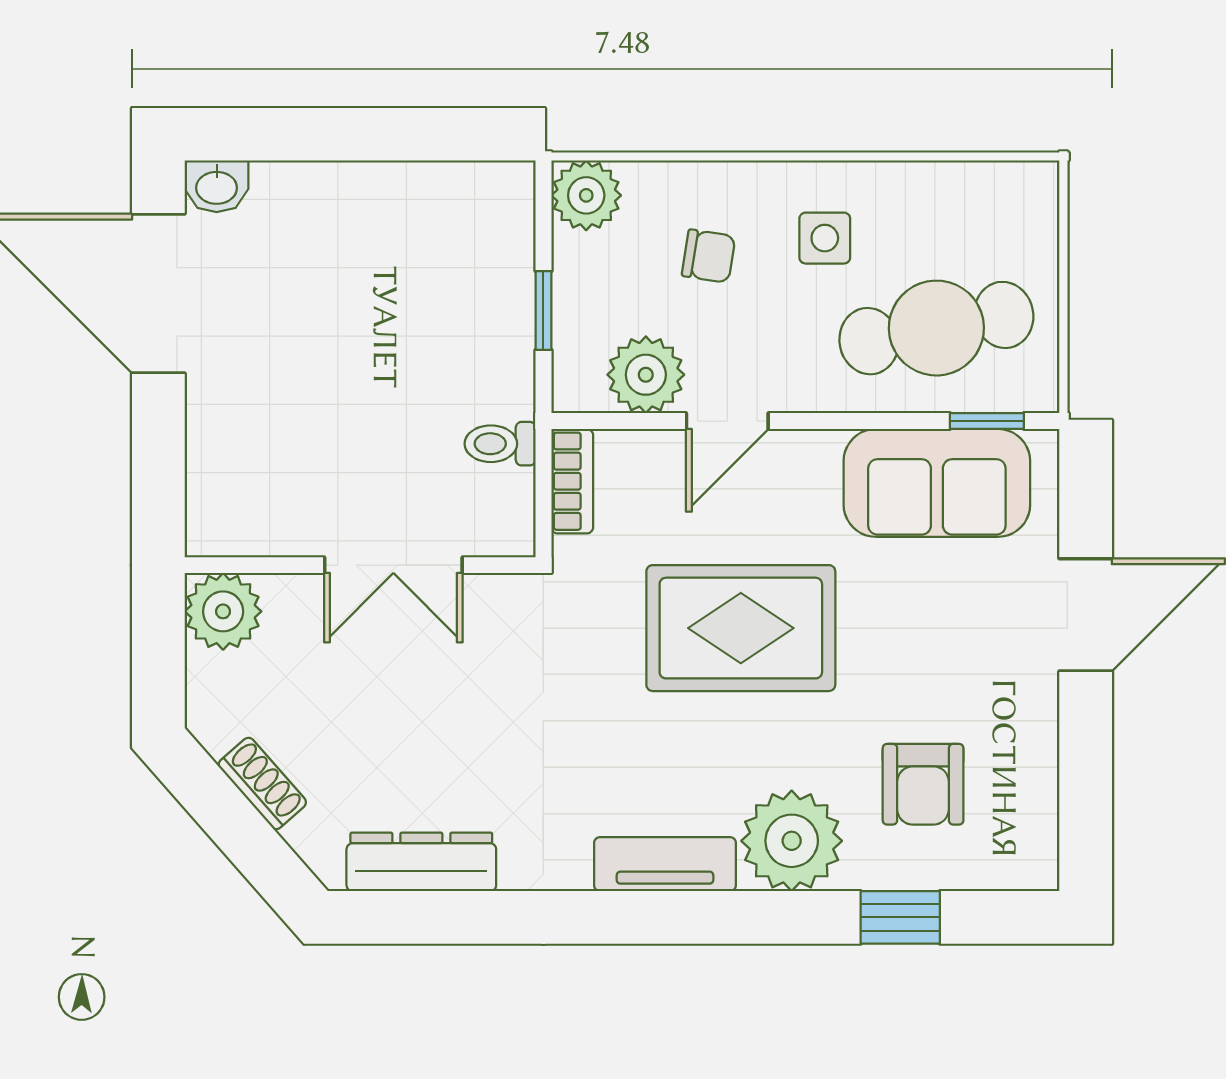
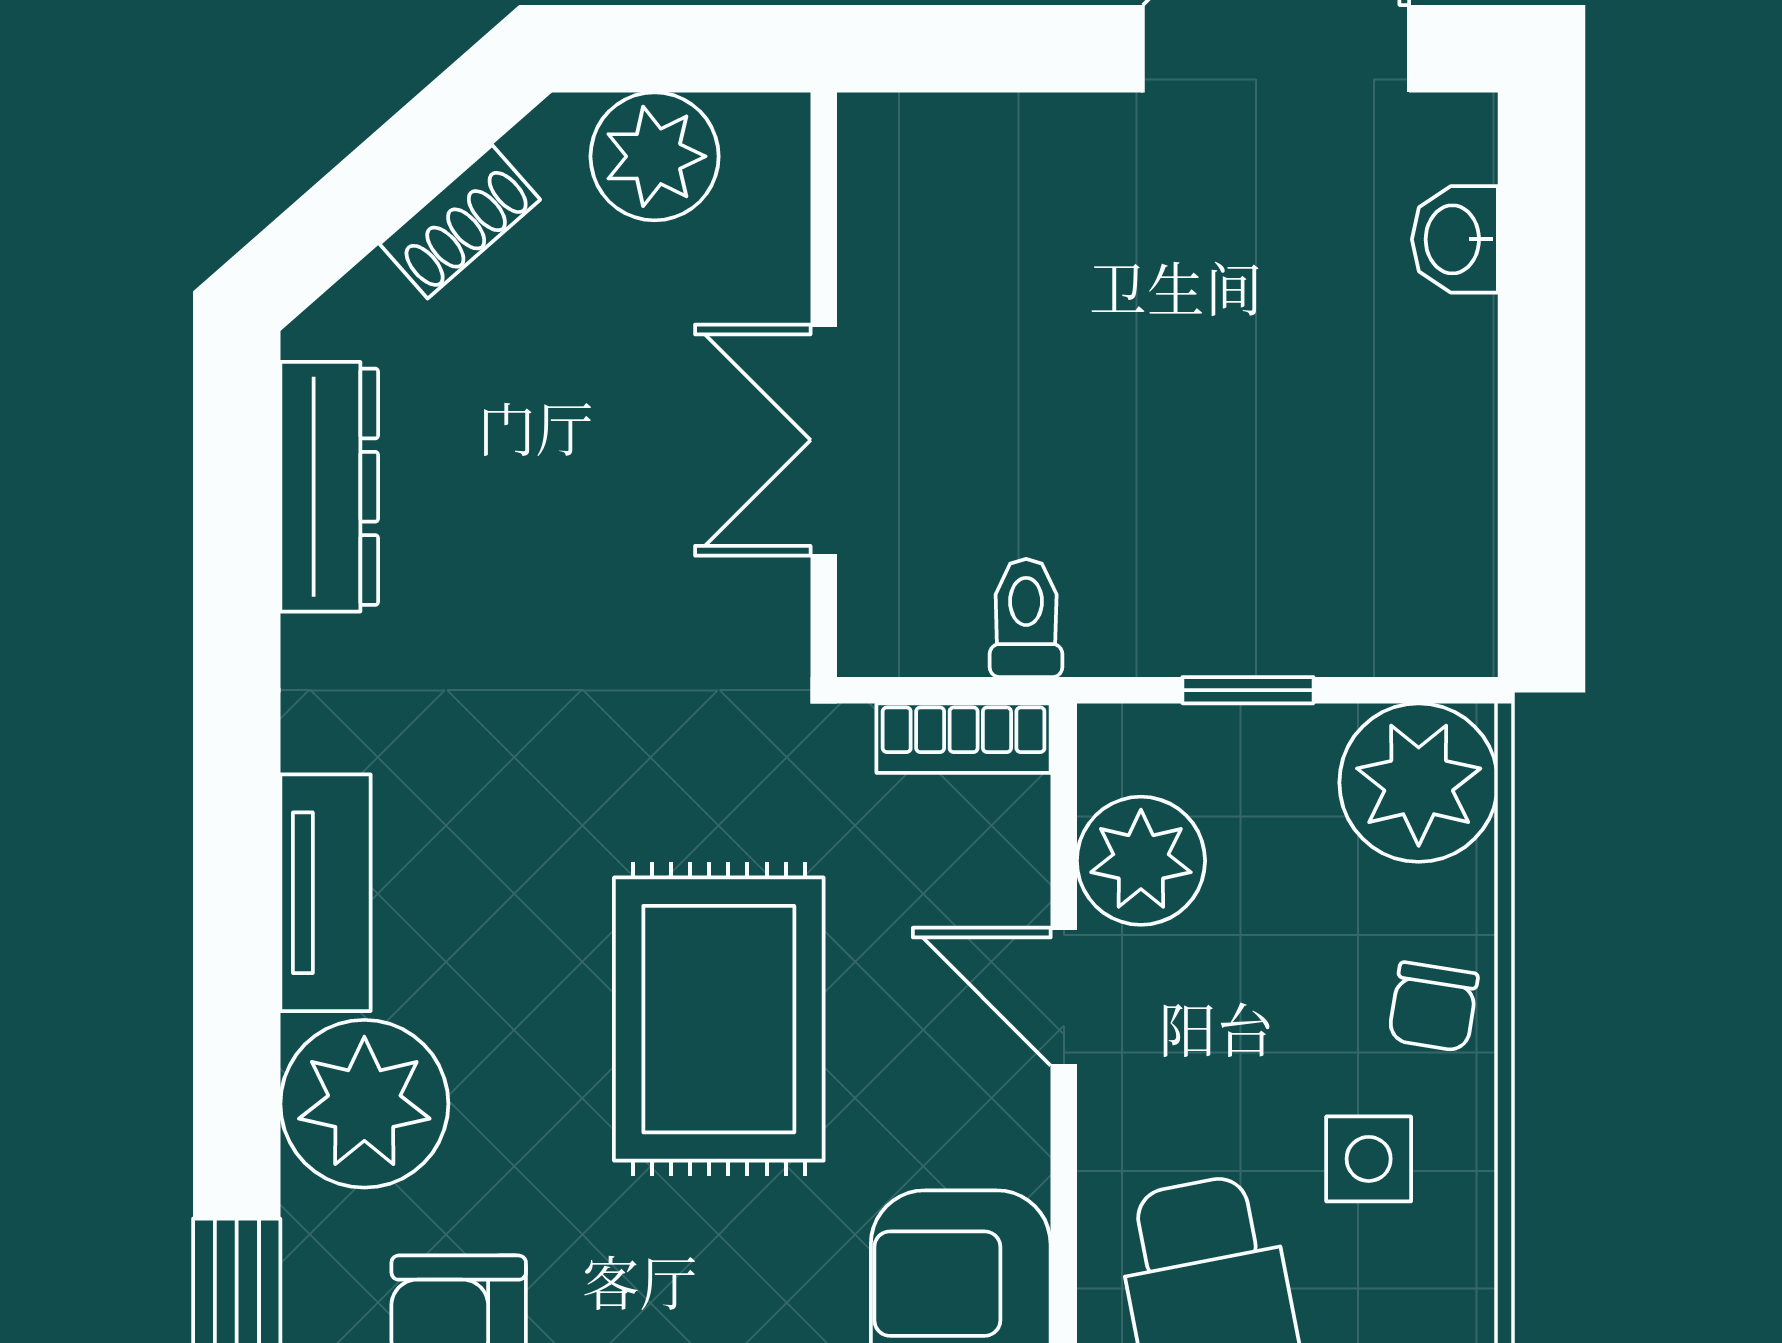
washbasin: (217, 186) -> (1455, 239), moved
plant: (586, 195) -> (1419, 783), width x1.36, depth x1.36
chair: (709, 256) -> (1433, 1007), moved
plant: (223, 611) -> (655, 156), moved

